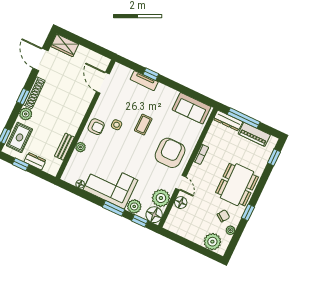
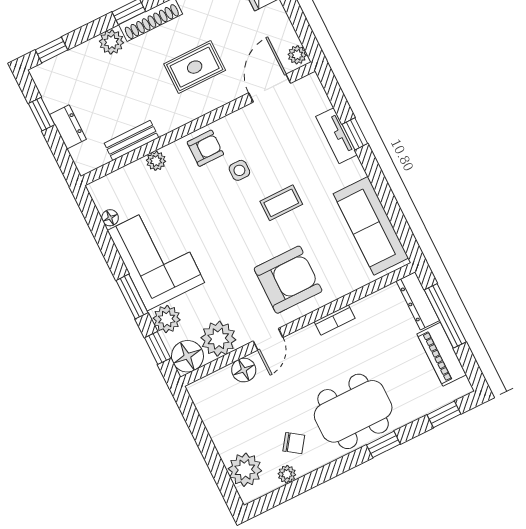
plant: (103, 61) -> (297, 55), added
sofa: (192, 108) -> (371, 226), width x1.36
armchair: (96, 127) -> (205, 148), turned -90
rug: (20, 137) -> (195, 67), moved
window: (248, 212) -> (383, 444), moved

